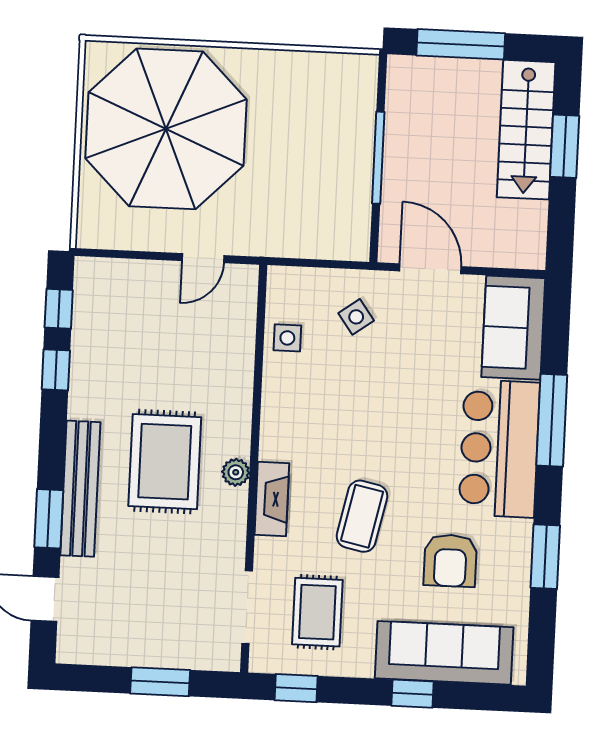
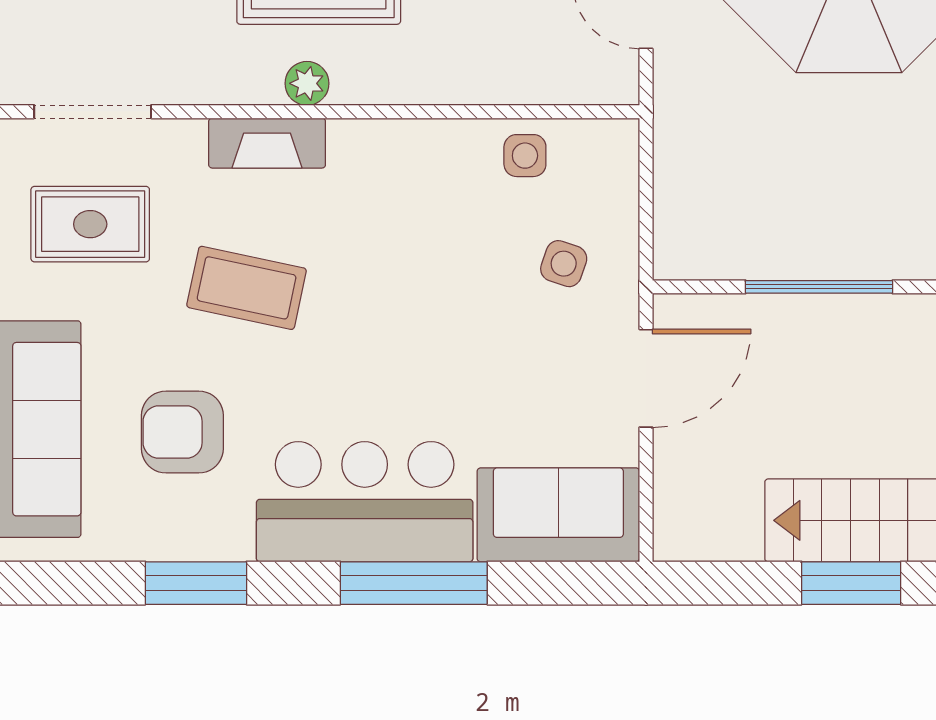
side table: (356, 317) -> (564, 264), turned -35

